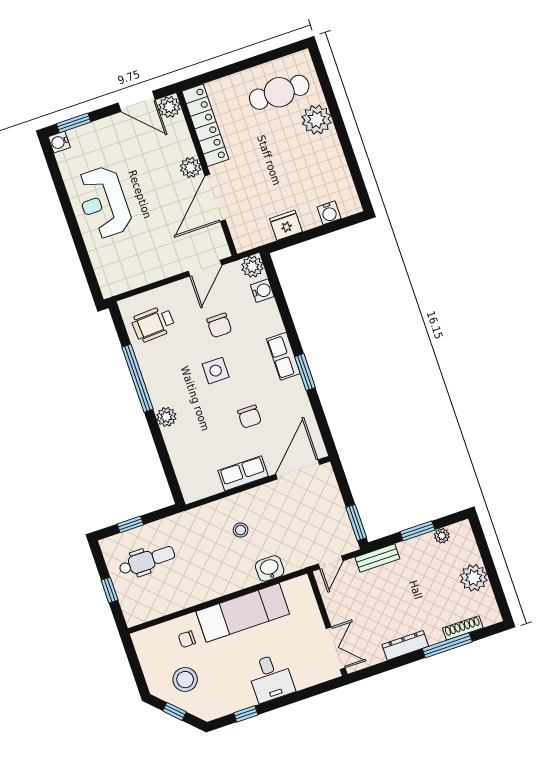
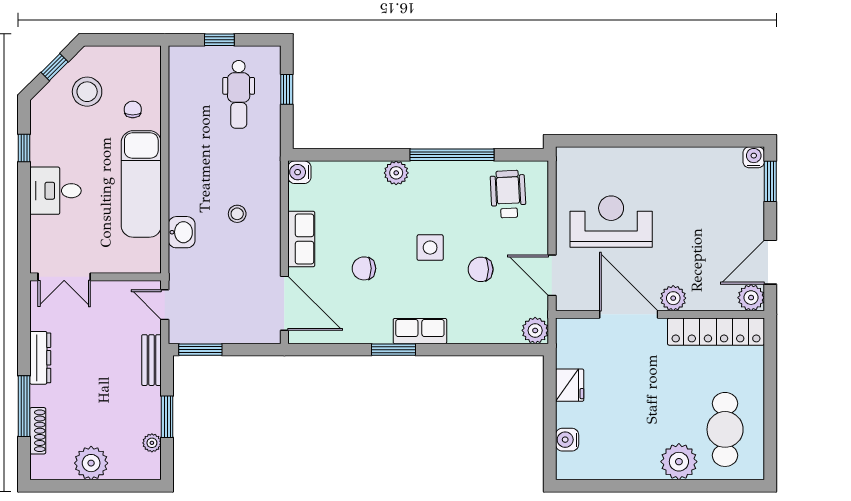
reception desk: (104, 202) -> (611, 222), moved
water cooler: (262, 291) -> (299, 172), moved, turned 90

